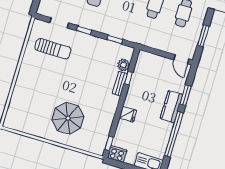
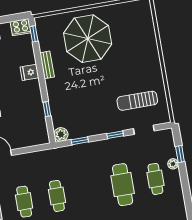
plant: (124, 65) -> (61, 134), moved
bench: (120, 84) -> (47, 65), moved
parasol: (68, 118) -> (88, 39), width x1.36, depth x1.36

